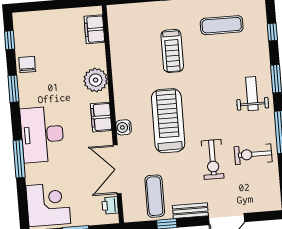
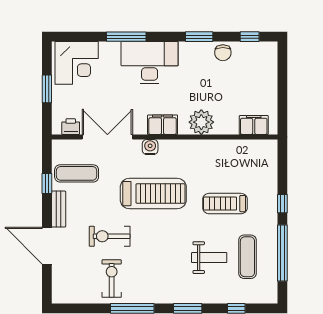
chair: (27, 65) -> (223, 53), turned 90
weight bench: (252, 94) -> (209, 258), moved

